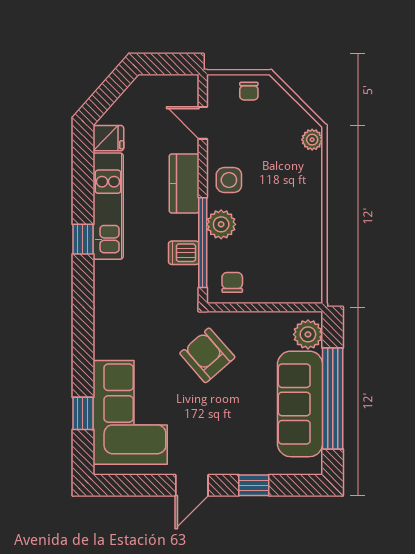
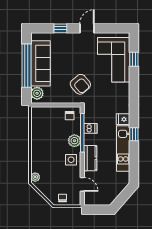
fridge: (108, 138) -> (123, 119), moved

